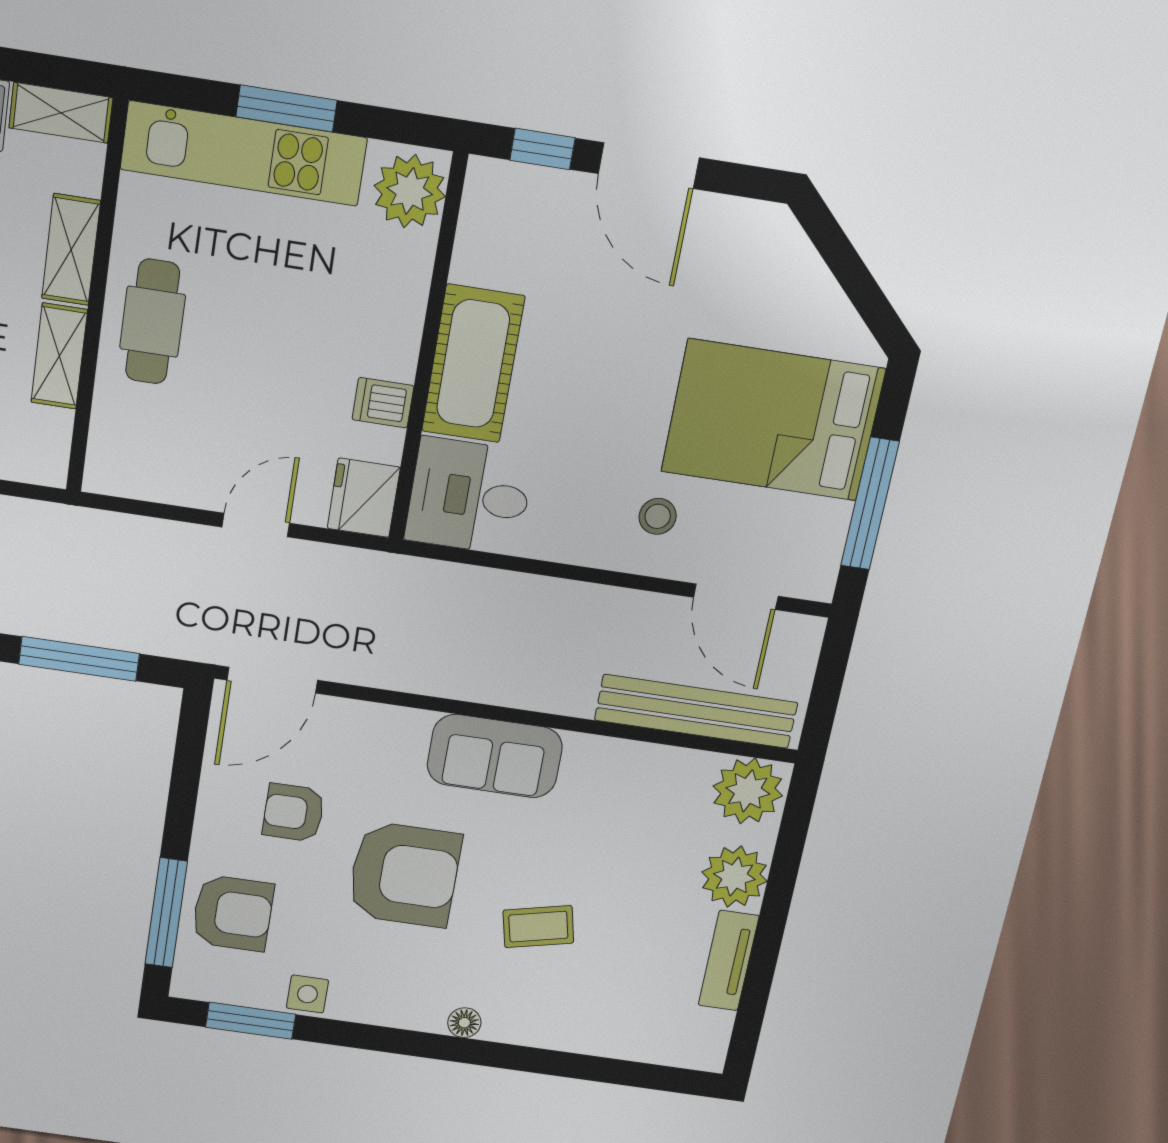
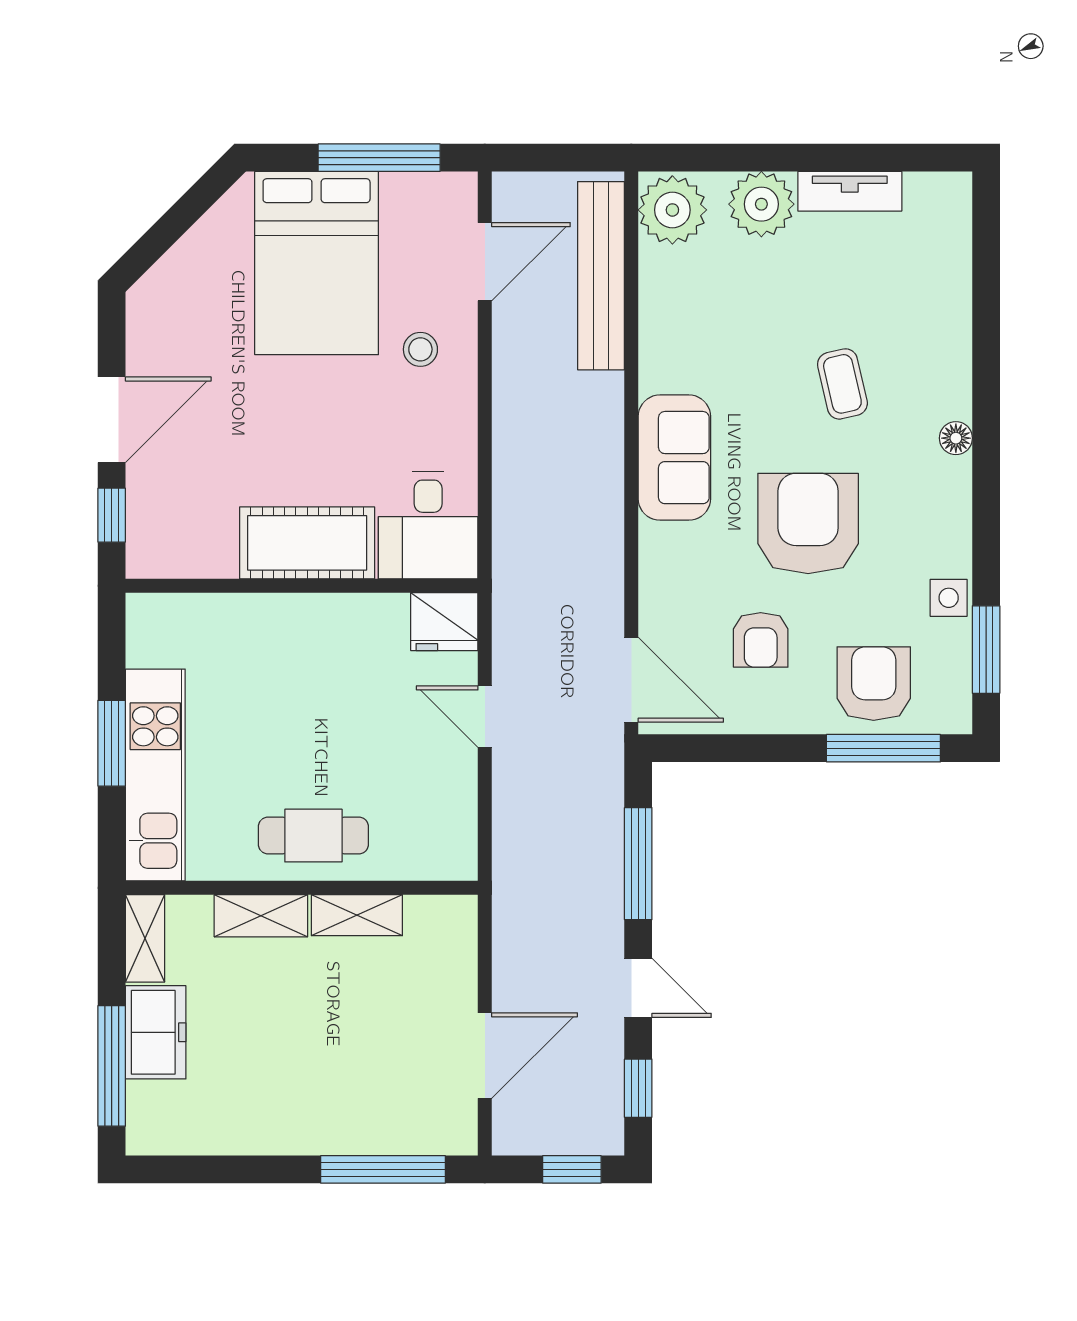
plant: (410, 191) -> (165, 625), removed
dishwasher: (383, 403) -> (354, 618), removed

